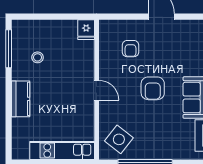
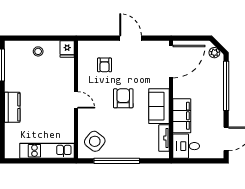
stool: (38, 57) -> (38, 51), moved
armchair: (153, 88) -> (123, 98), turned 180

